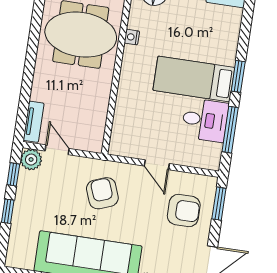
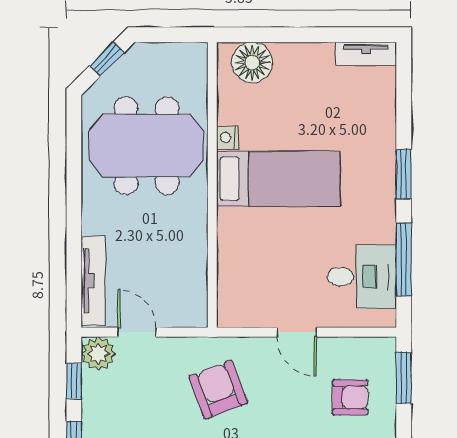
bed: (194, 79) -> (278, 179), moved, turned 180
desk: (205, 120) -> (362, 277), moved
tv unit: (34, 122) -> (93, 281), width x1.41
armchair: (184, 210) -> (350, 397), width x0.72, depth x0.72

